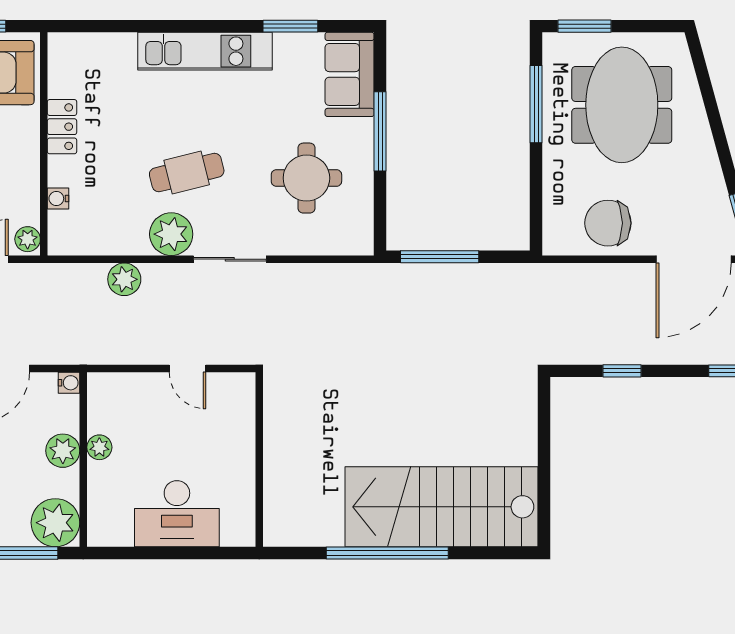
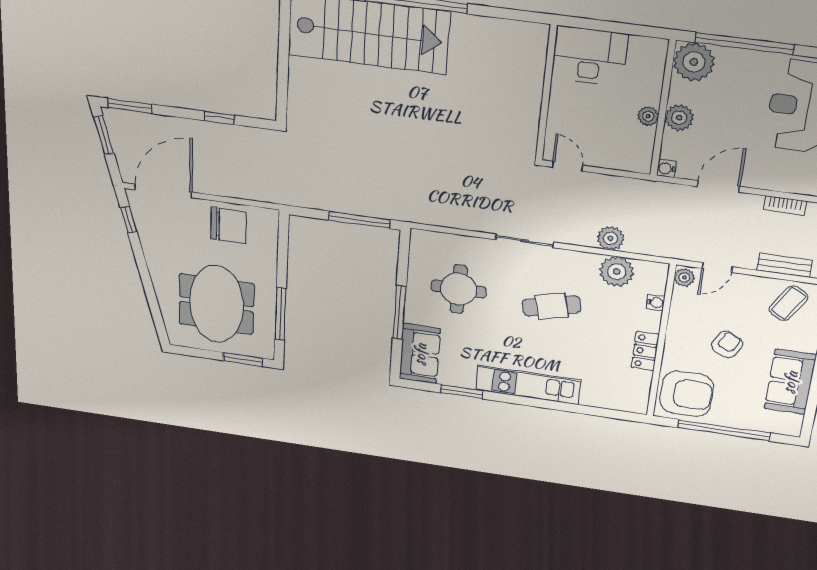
plant: (171, 234) -> (617, 272), moved
wall: (259, 460) -> (546, 93), moved

